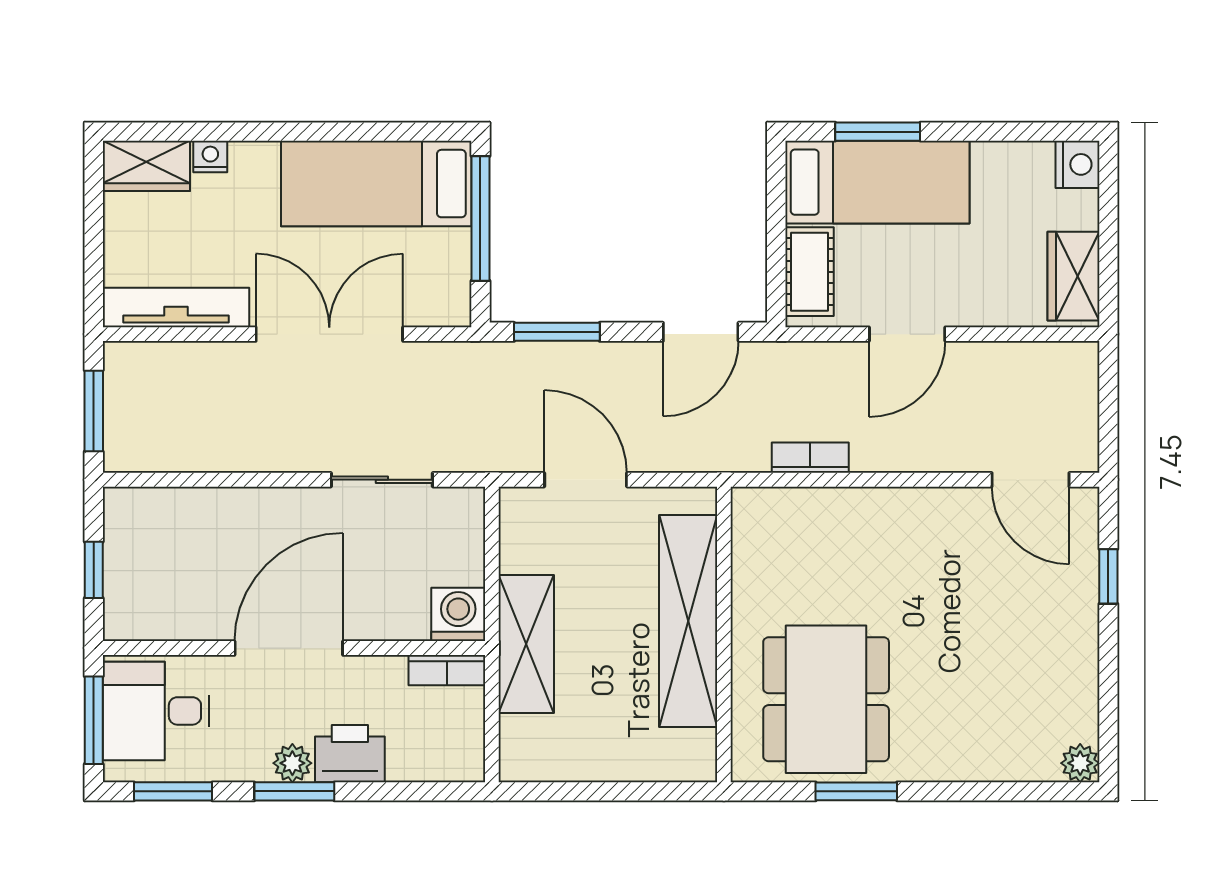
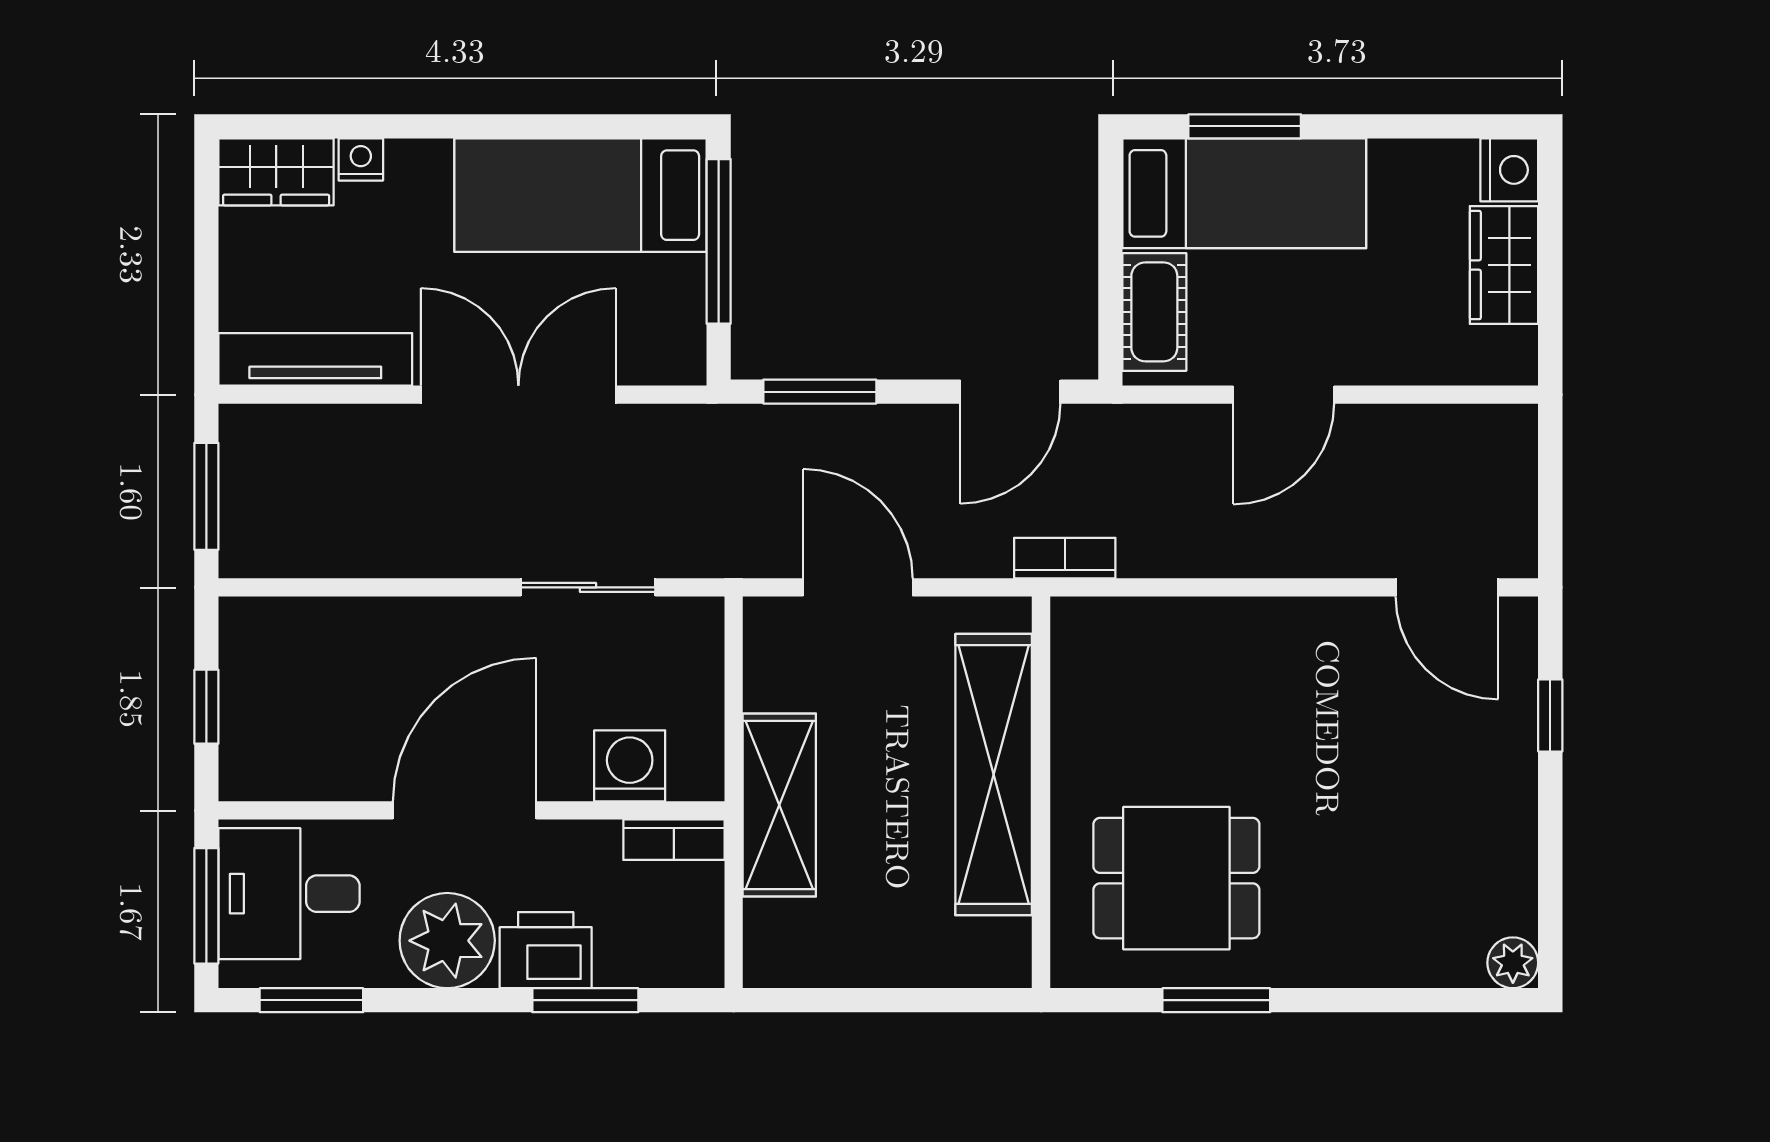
wardrobe: (1073, 276) -> (1504, 265), moved
bookcase: (810, 458) -> (1065, 558), moved
washing machine: (458, 614) -> (630, 766), moved
dining table: (826, 699) -> (1176, 878), width x0.73
plant: (292, 763) -> (447, 941), width x1.88, depth x1.88
window: (294, 791) -> (585, 1000), moved

